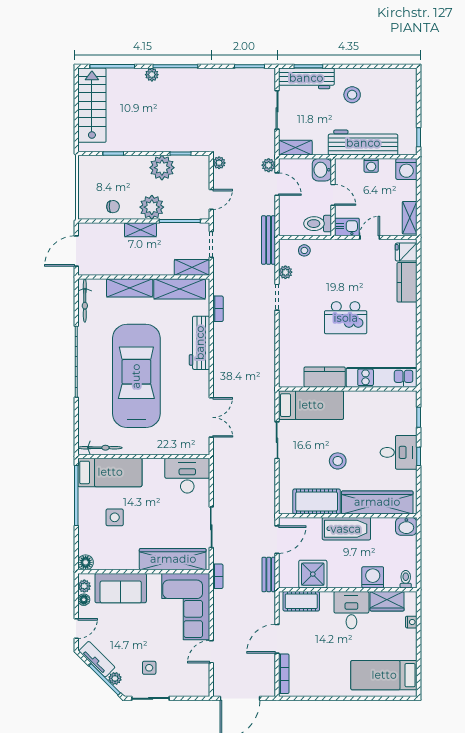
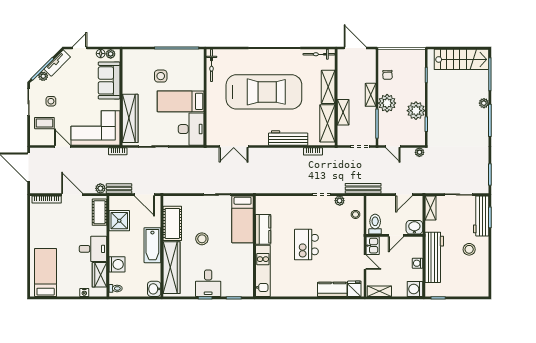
plant: (269, 165) -> (100, 188), moved
shelving: (192, 267) -> (343, 112), moved
bed: (110, 472) -> (181, 101), moved, turned 90
floor lamp: (86, 562) -> (128, 55), removed
door: (76, 629) -> (80, 48), swing flipped
coffee table: (179, 677) -> (44, 123), added

